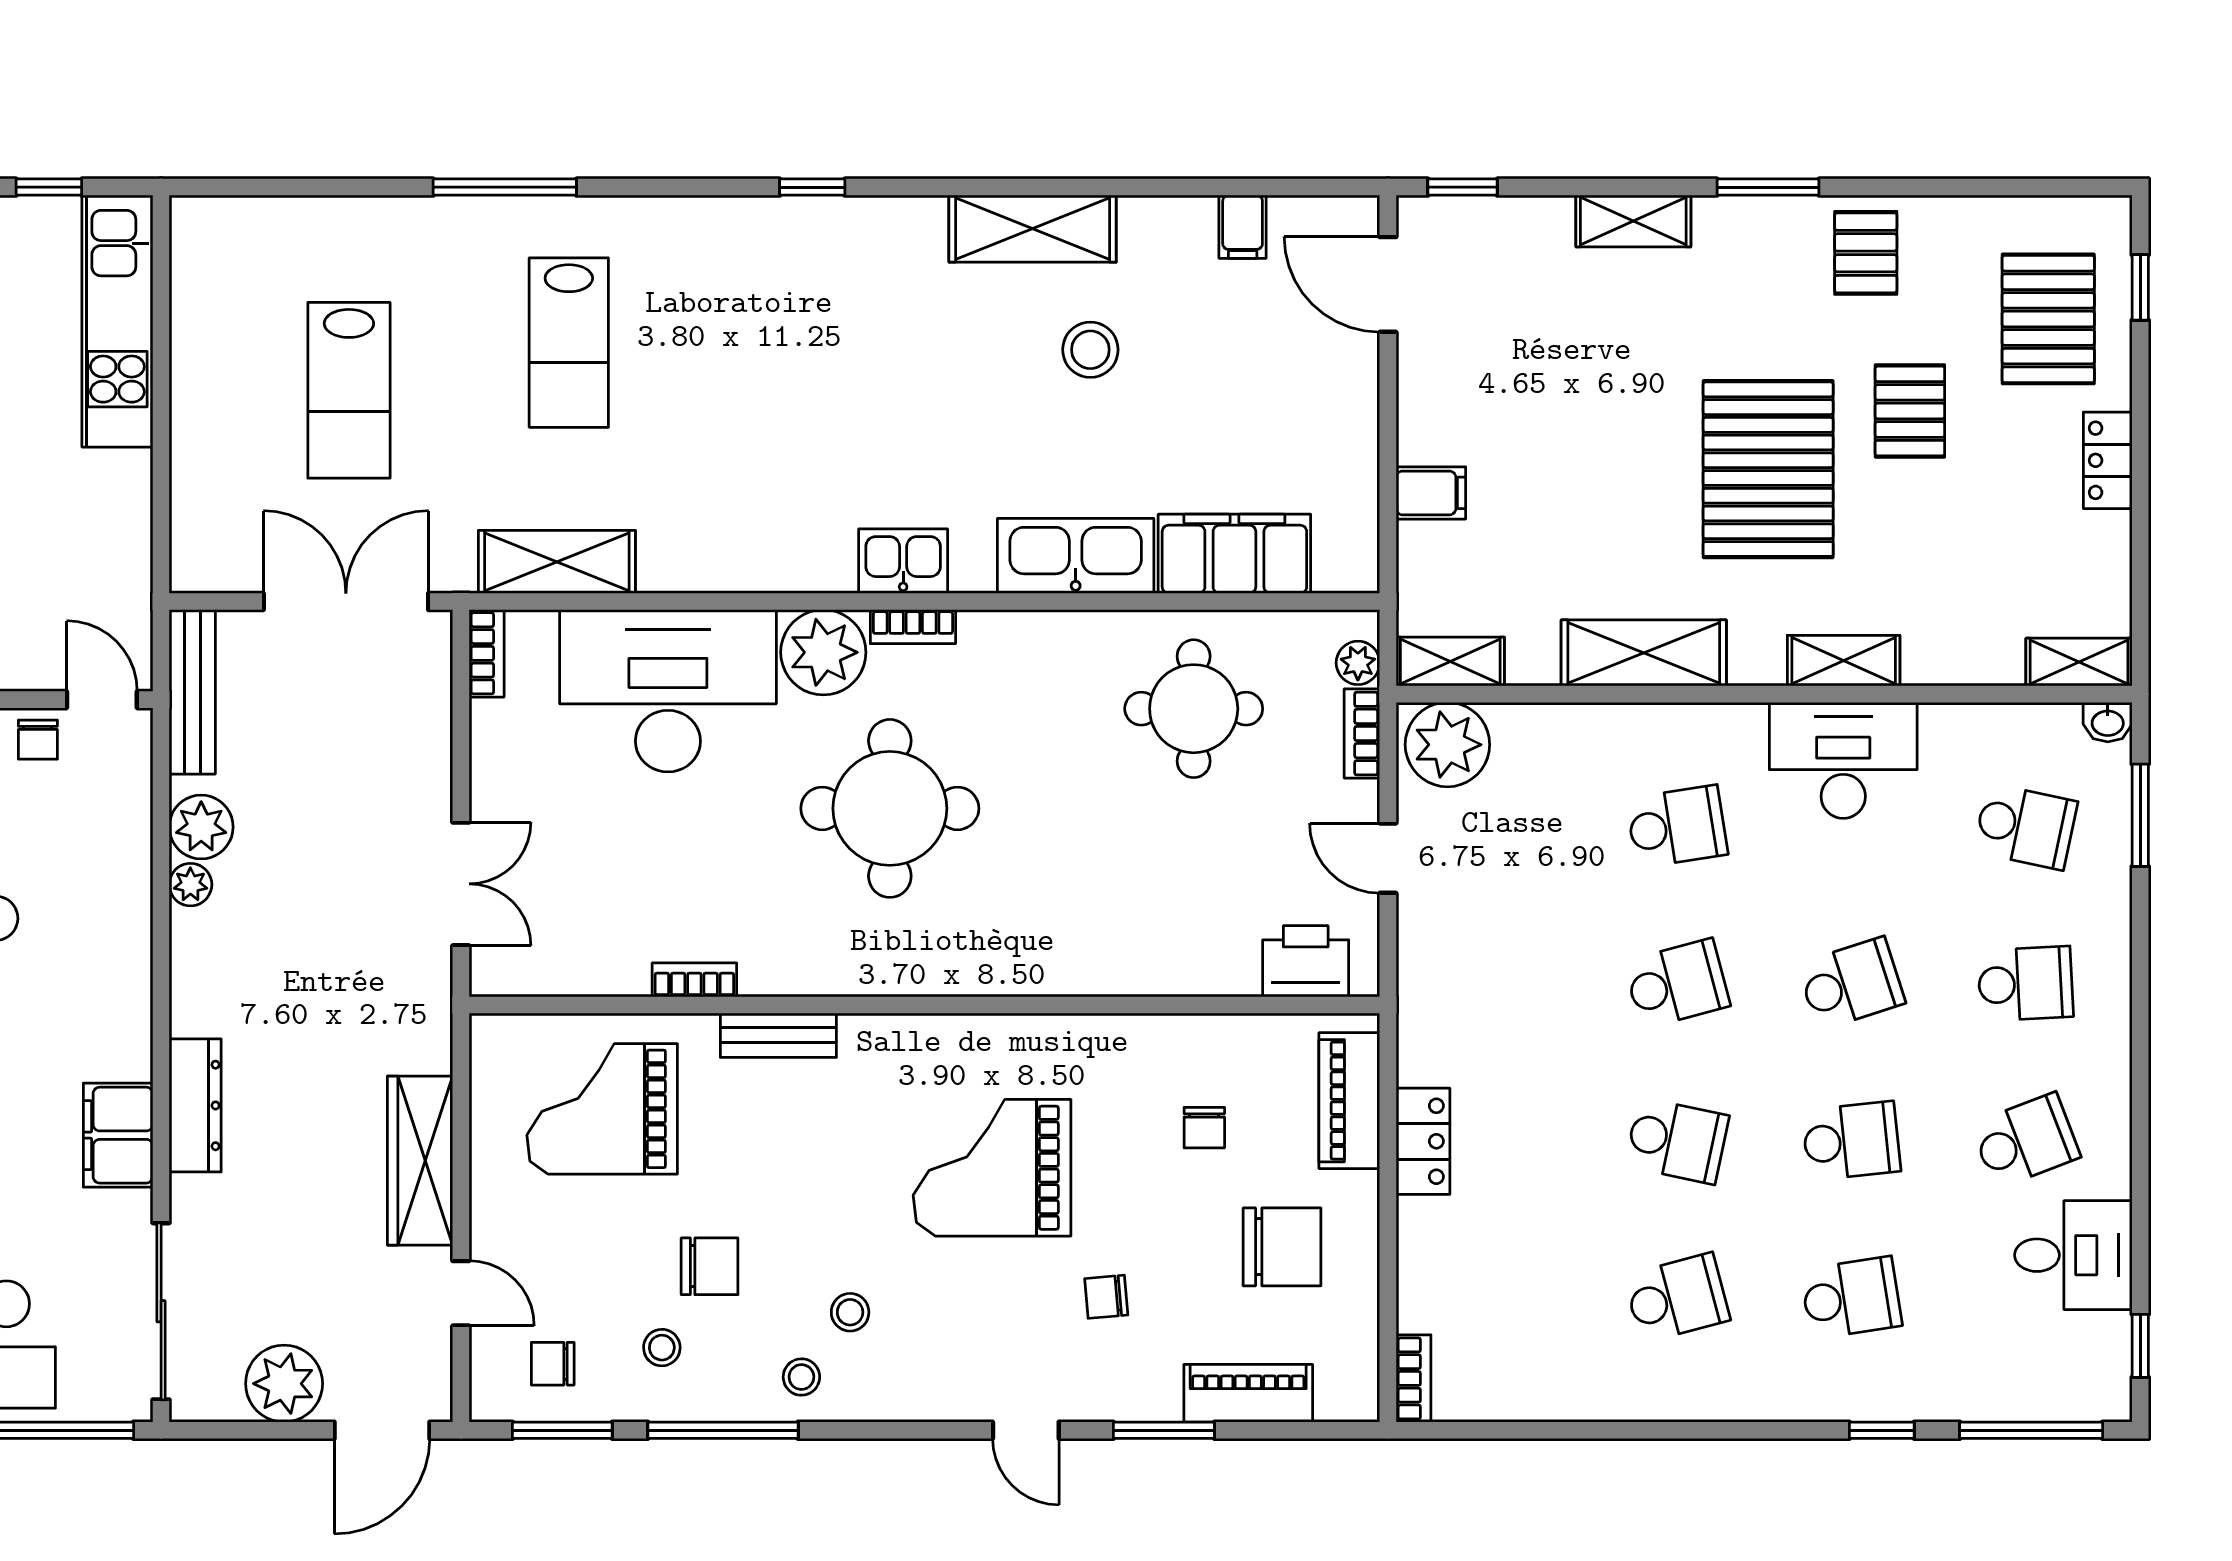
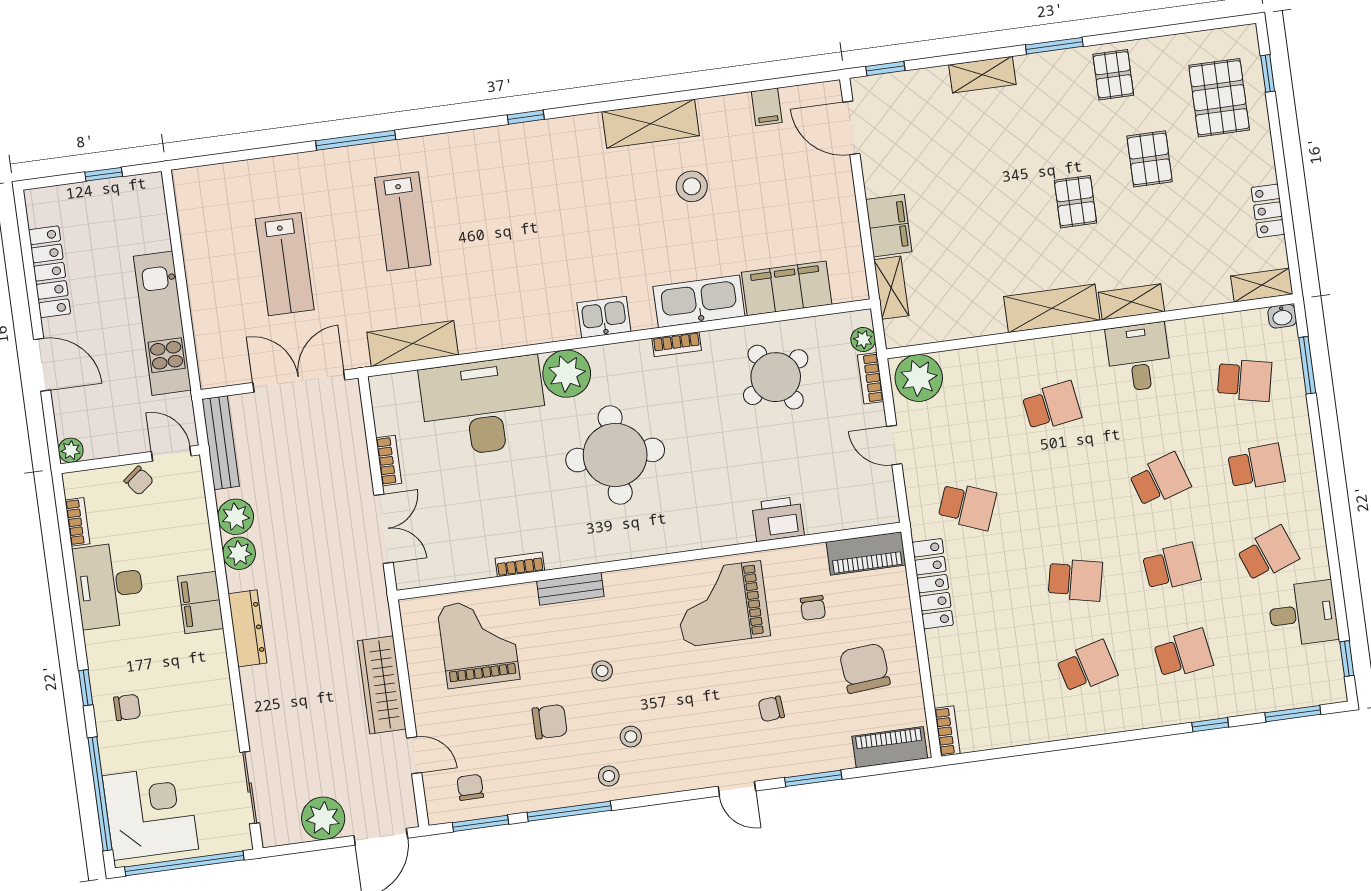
kitchen unit: (117, 321) -> (162, 323), moved
locker: (2108, 460) -> (1268, 211), moved
pallet: (1768, 469) -> (1075, 202), width x0.49, depth x0.50
filing cabinet: (1431, 493) -> (889, 226), width x2.00
bookcase: (913, 627) -> (677, 344), moved
bookcase: (487, 653) -> (389, 461), moved
shelving: (1644, 653) -> (1052, 308), moved
shelving: (1450, 662) -> (891, 288), moved, turned 90
round table: (1194, 709) -> (776, 377), turned -31
chair: (38, 740) -> (139, 481), turned -38
desk: (1843, 760) -> (1139, 357), width x0.73
plant: (190, 885) -> (239, 553), width x1.38, depth x1.38
printer: (1306, 961) -> (778, 519), moved
school desk: (1677, 984) -> (967, 506), moved, turned 36
piano: (1349, 1101) -> (866, 553), moved, turned -90
dresser: (195, 1105) -> (247, 628), moved
grand piano: (602, 1109) -> (479, 643), turned 90
filing cabinet: (118, 1135) -> (200, 602), moved
locker: (1423, 1141) -> (933, 584), width x1.53
grand piano: (992, 1168) -> (722, 604), moved
chair: (1282, 1247) -> (865, 668), turned -95
sliding door: (161, 1311) -> (250, 788), width x0.73
stool: (662, 1348) -> (602, 671), moved
chair: (553, 1364) -> (470, 787), turned 90
piano: (1248, 1393) -> (890, 747), moved
window: (2031, 1430) -> (1293, 714), width x0.69

